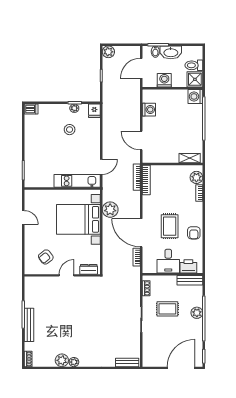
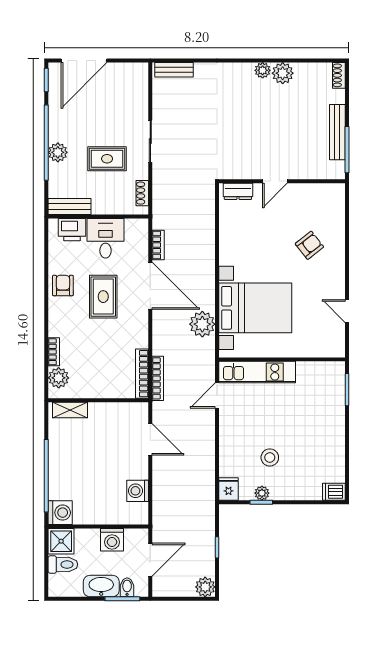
dresser: (89, 269) -> (238, 191), moved
wall: (62, 275) -> (282, 181), moved
door: (67, 275) -> (275, 181), moved

